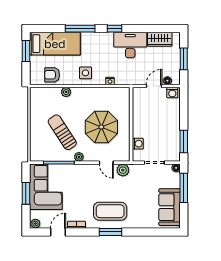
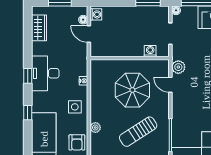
window: (80, 29) -> (28, 113), width x0.46
desk: (130, 45) -> (45, 73), moved
plant: (79, 157) -> (164, 114), removed
door: (106, 163) -> (170, 85), swing flipped

